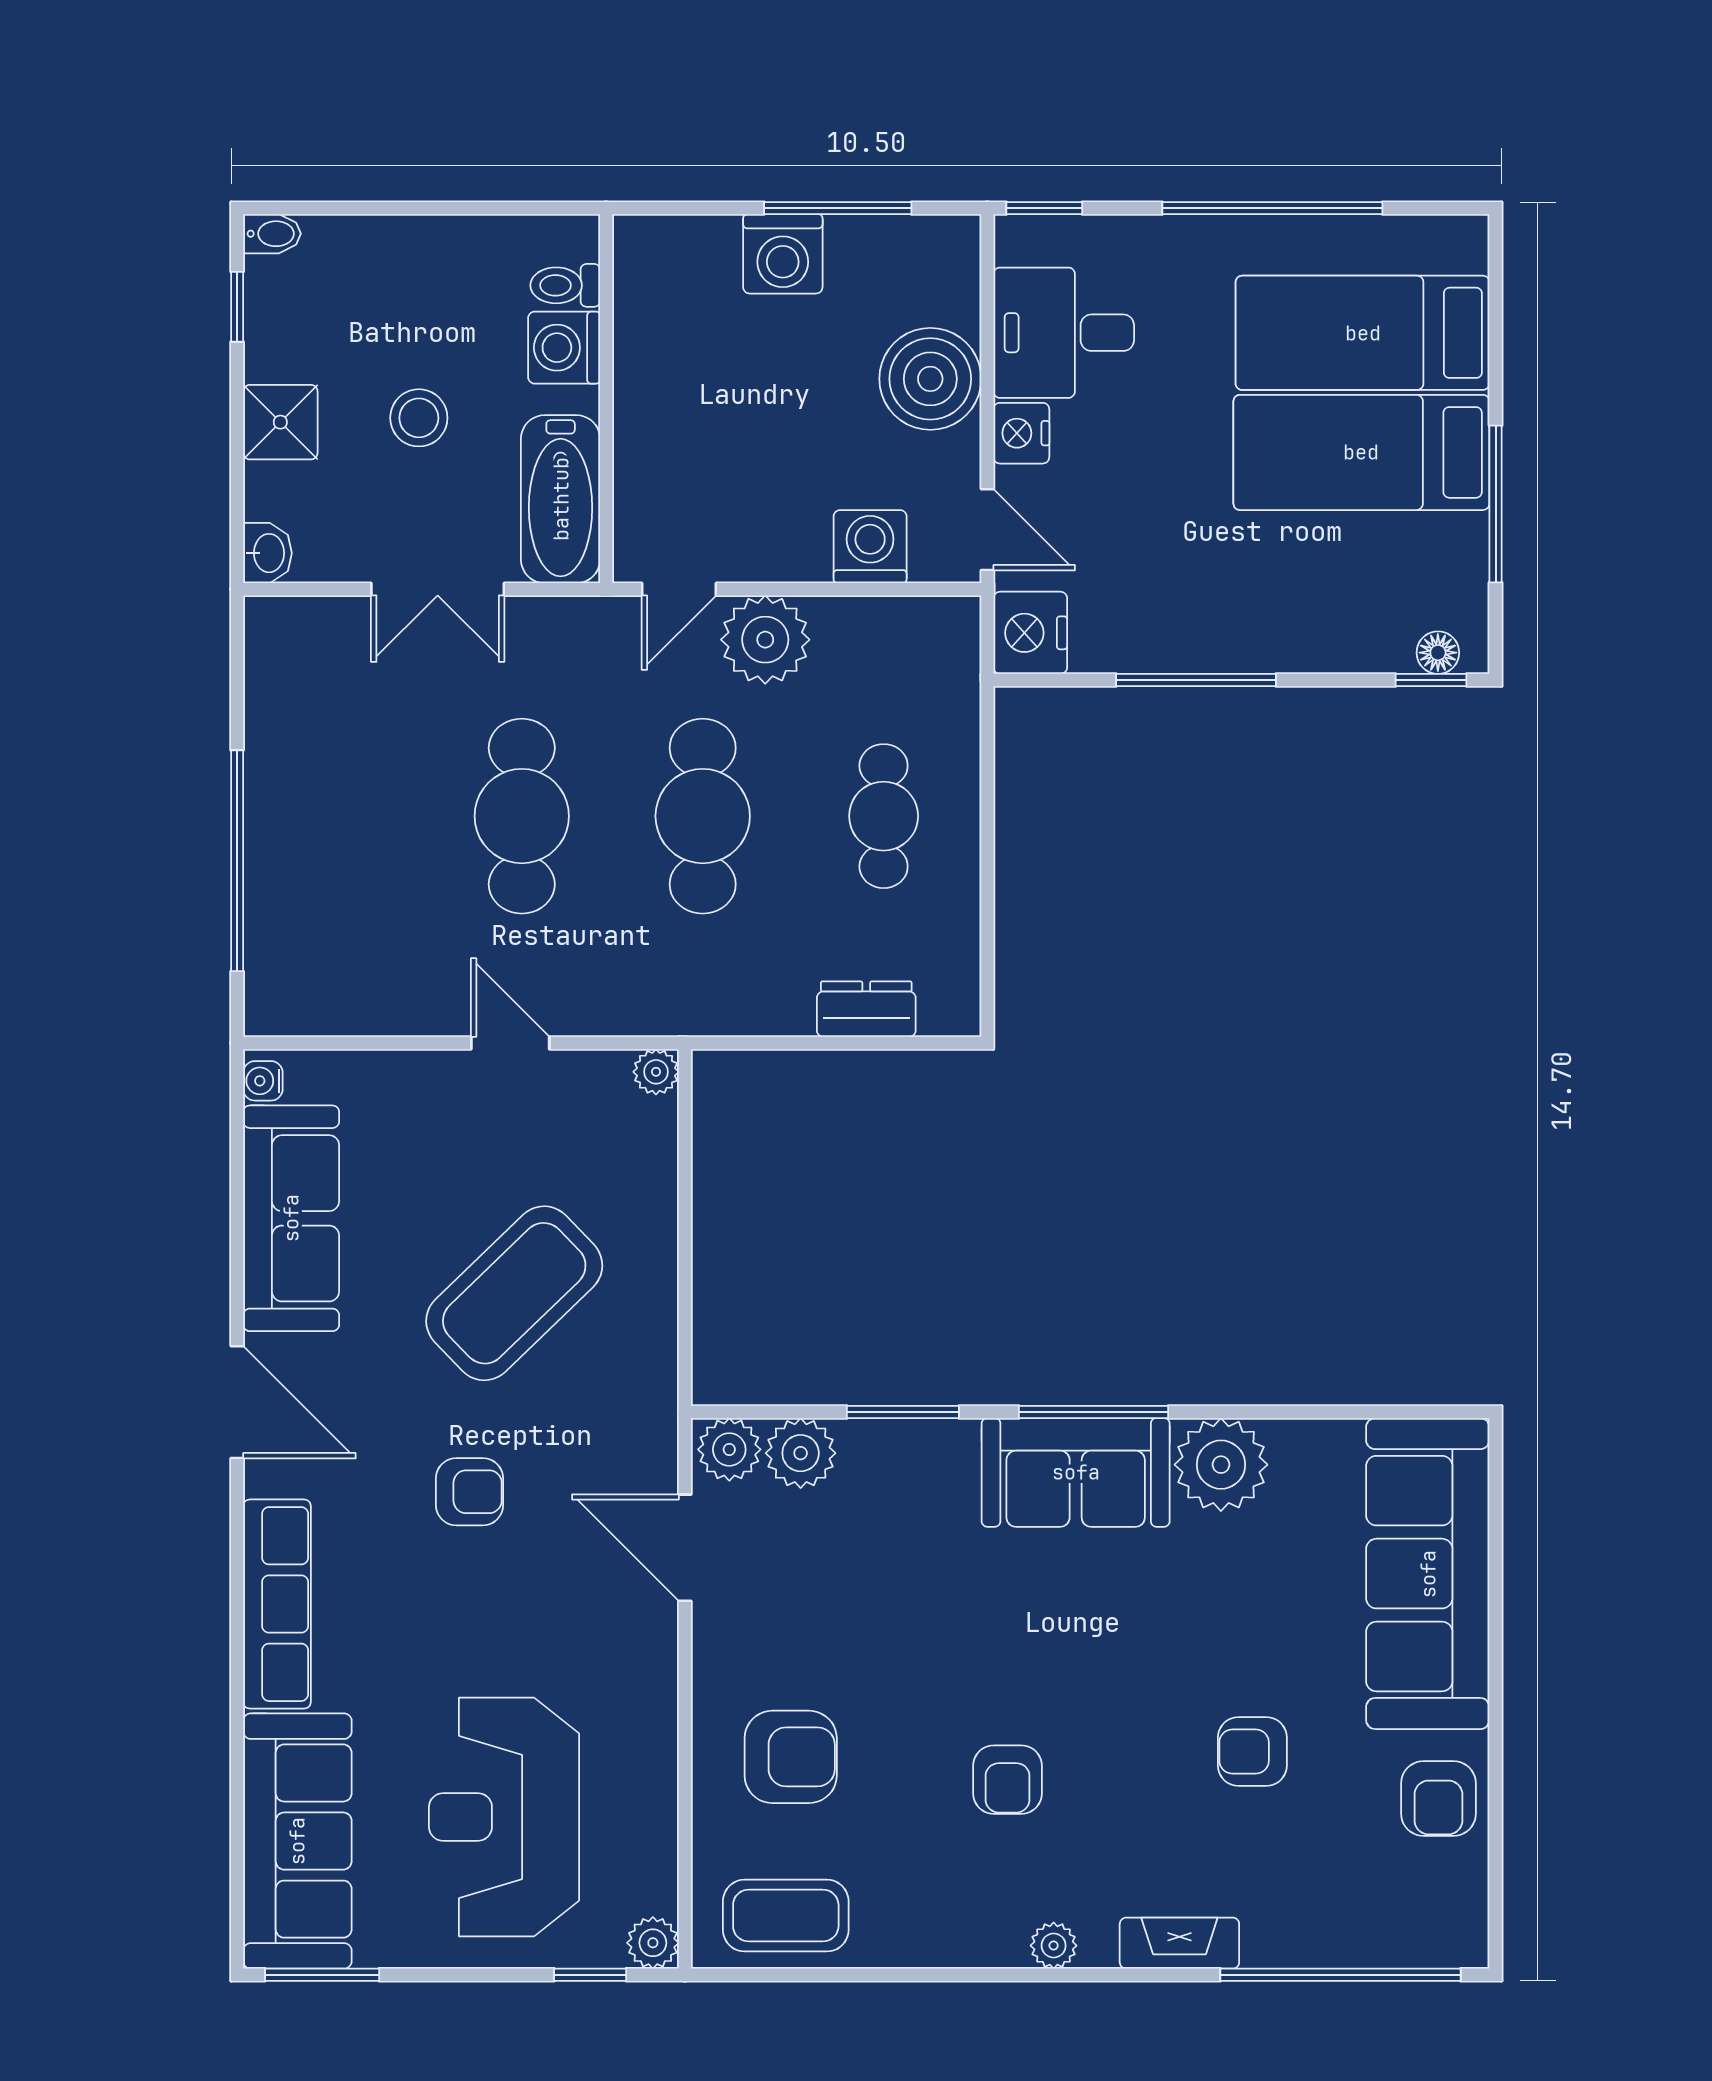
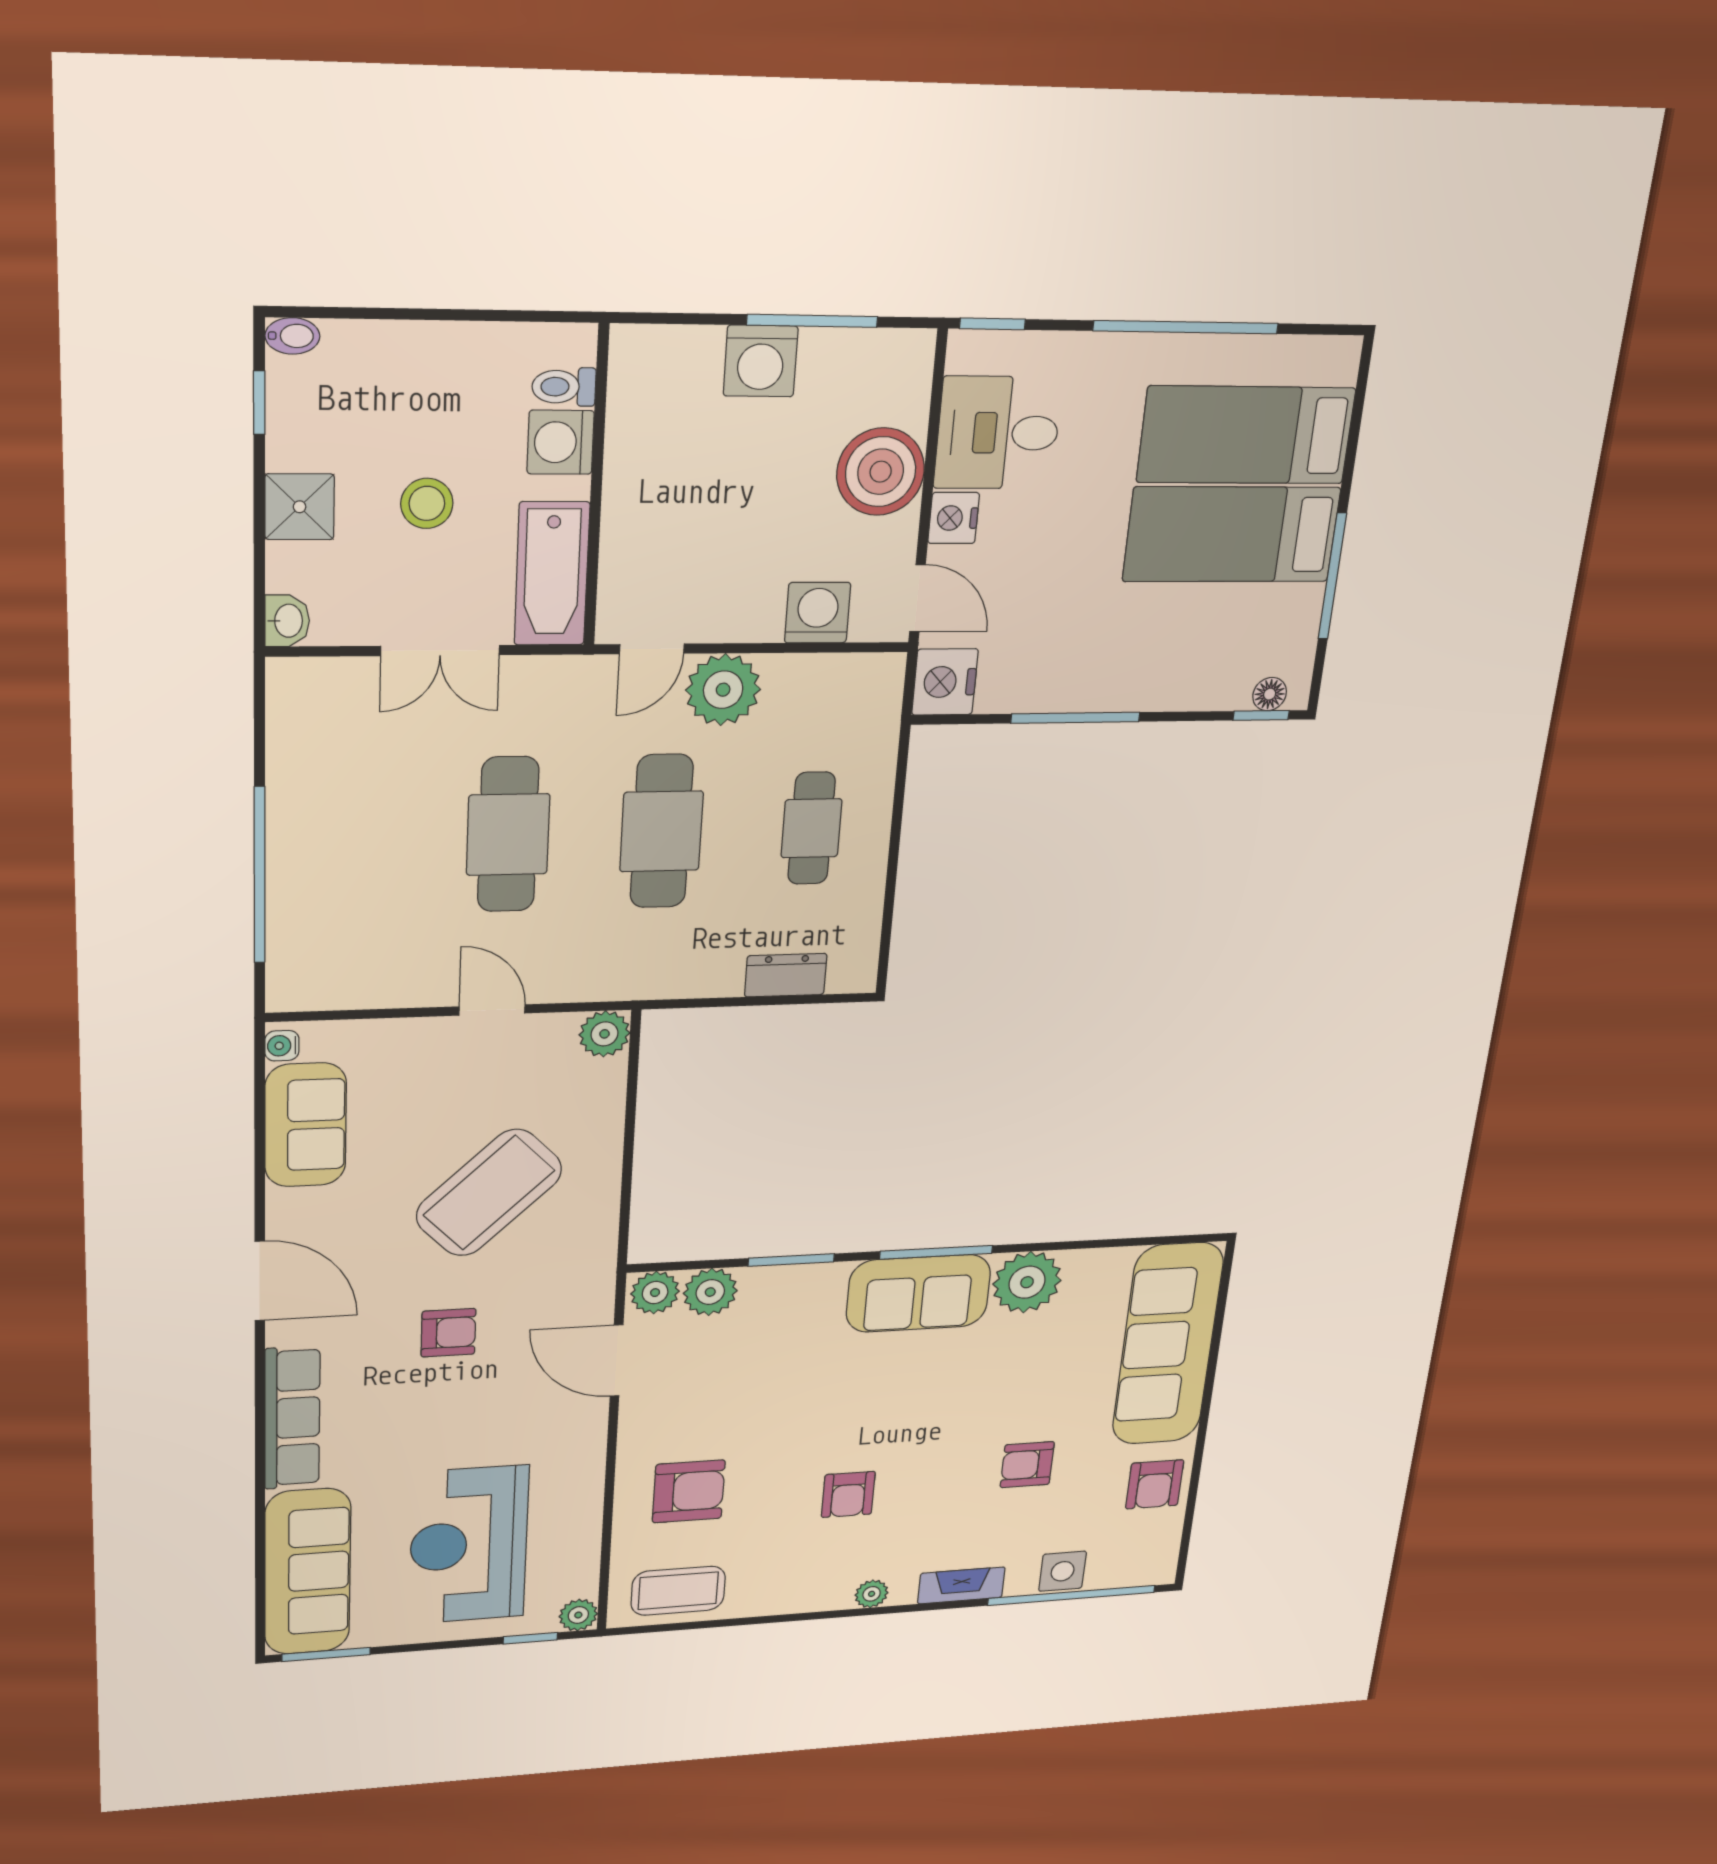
plant: (656, 1072) -> (605, 1034), width x1.38, depth x1.38
sofa: (291, 1218) -> (306, 1125), width x0.73
side table: (1323, 1932) -> (1063, 1571), added

